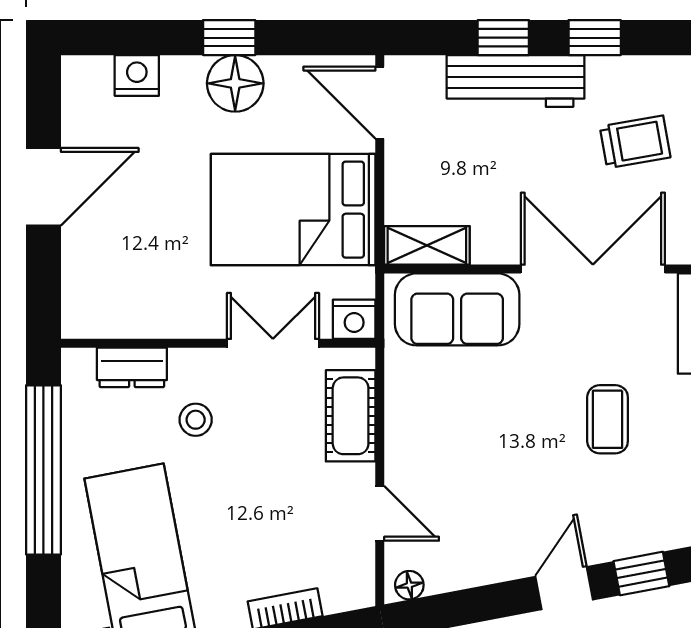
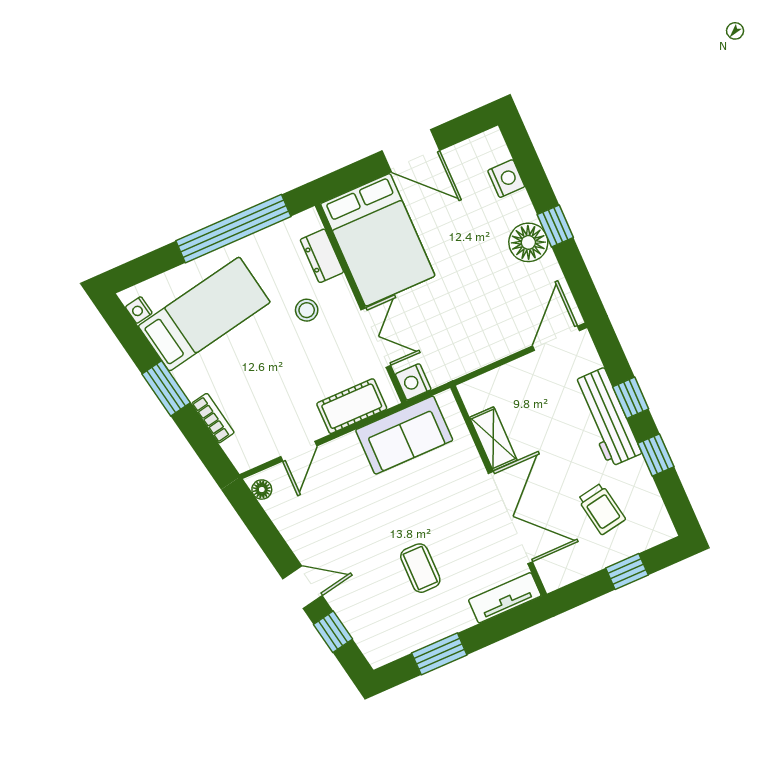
bed: (293, 210) -> (378, 240), moved, turned 180
shelving: (427, 245) -> (493, 439), moved
sofa: (457, 309) -> (404, 435), moved, turned -90
coffee table: (608, 419) -> (420, 568), turned 90

